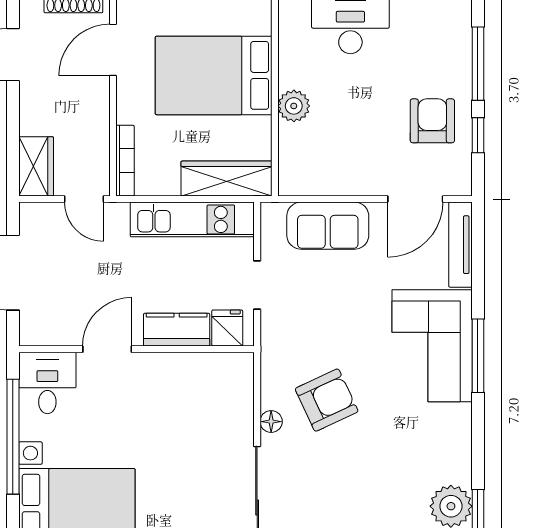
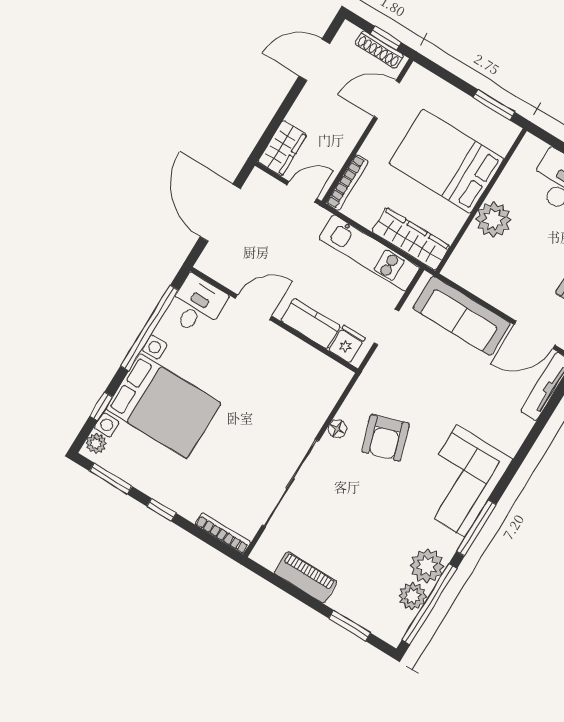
plant: (294, 106) -> (493, 220), width x1.36, depth x1.36
door: (84, 199) -> (302, 192), swing flipped
sofa: (328, 226) -> (462, 316), width x1.36
corner sofa: (432, 346) -> (461, 481), moved
window: (478, 356) -> (476, 528), moved
armchair: (327, 400) -> (385, 438), turned 97

